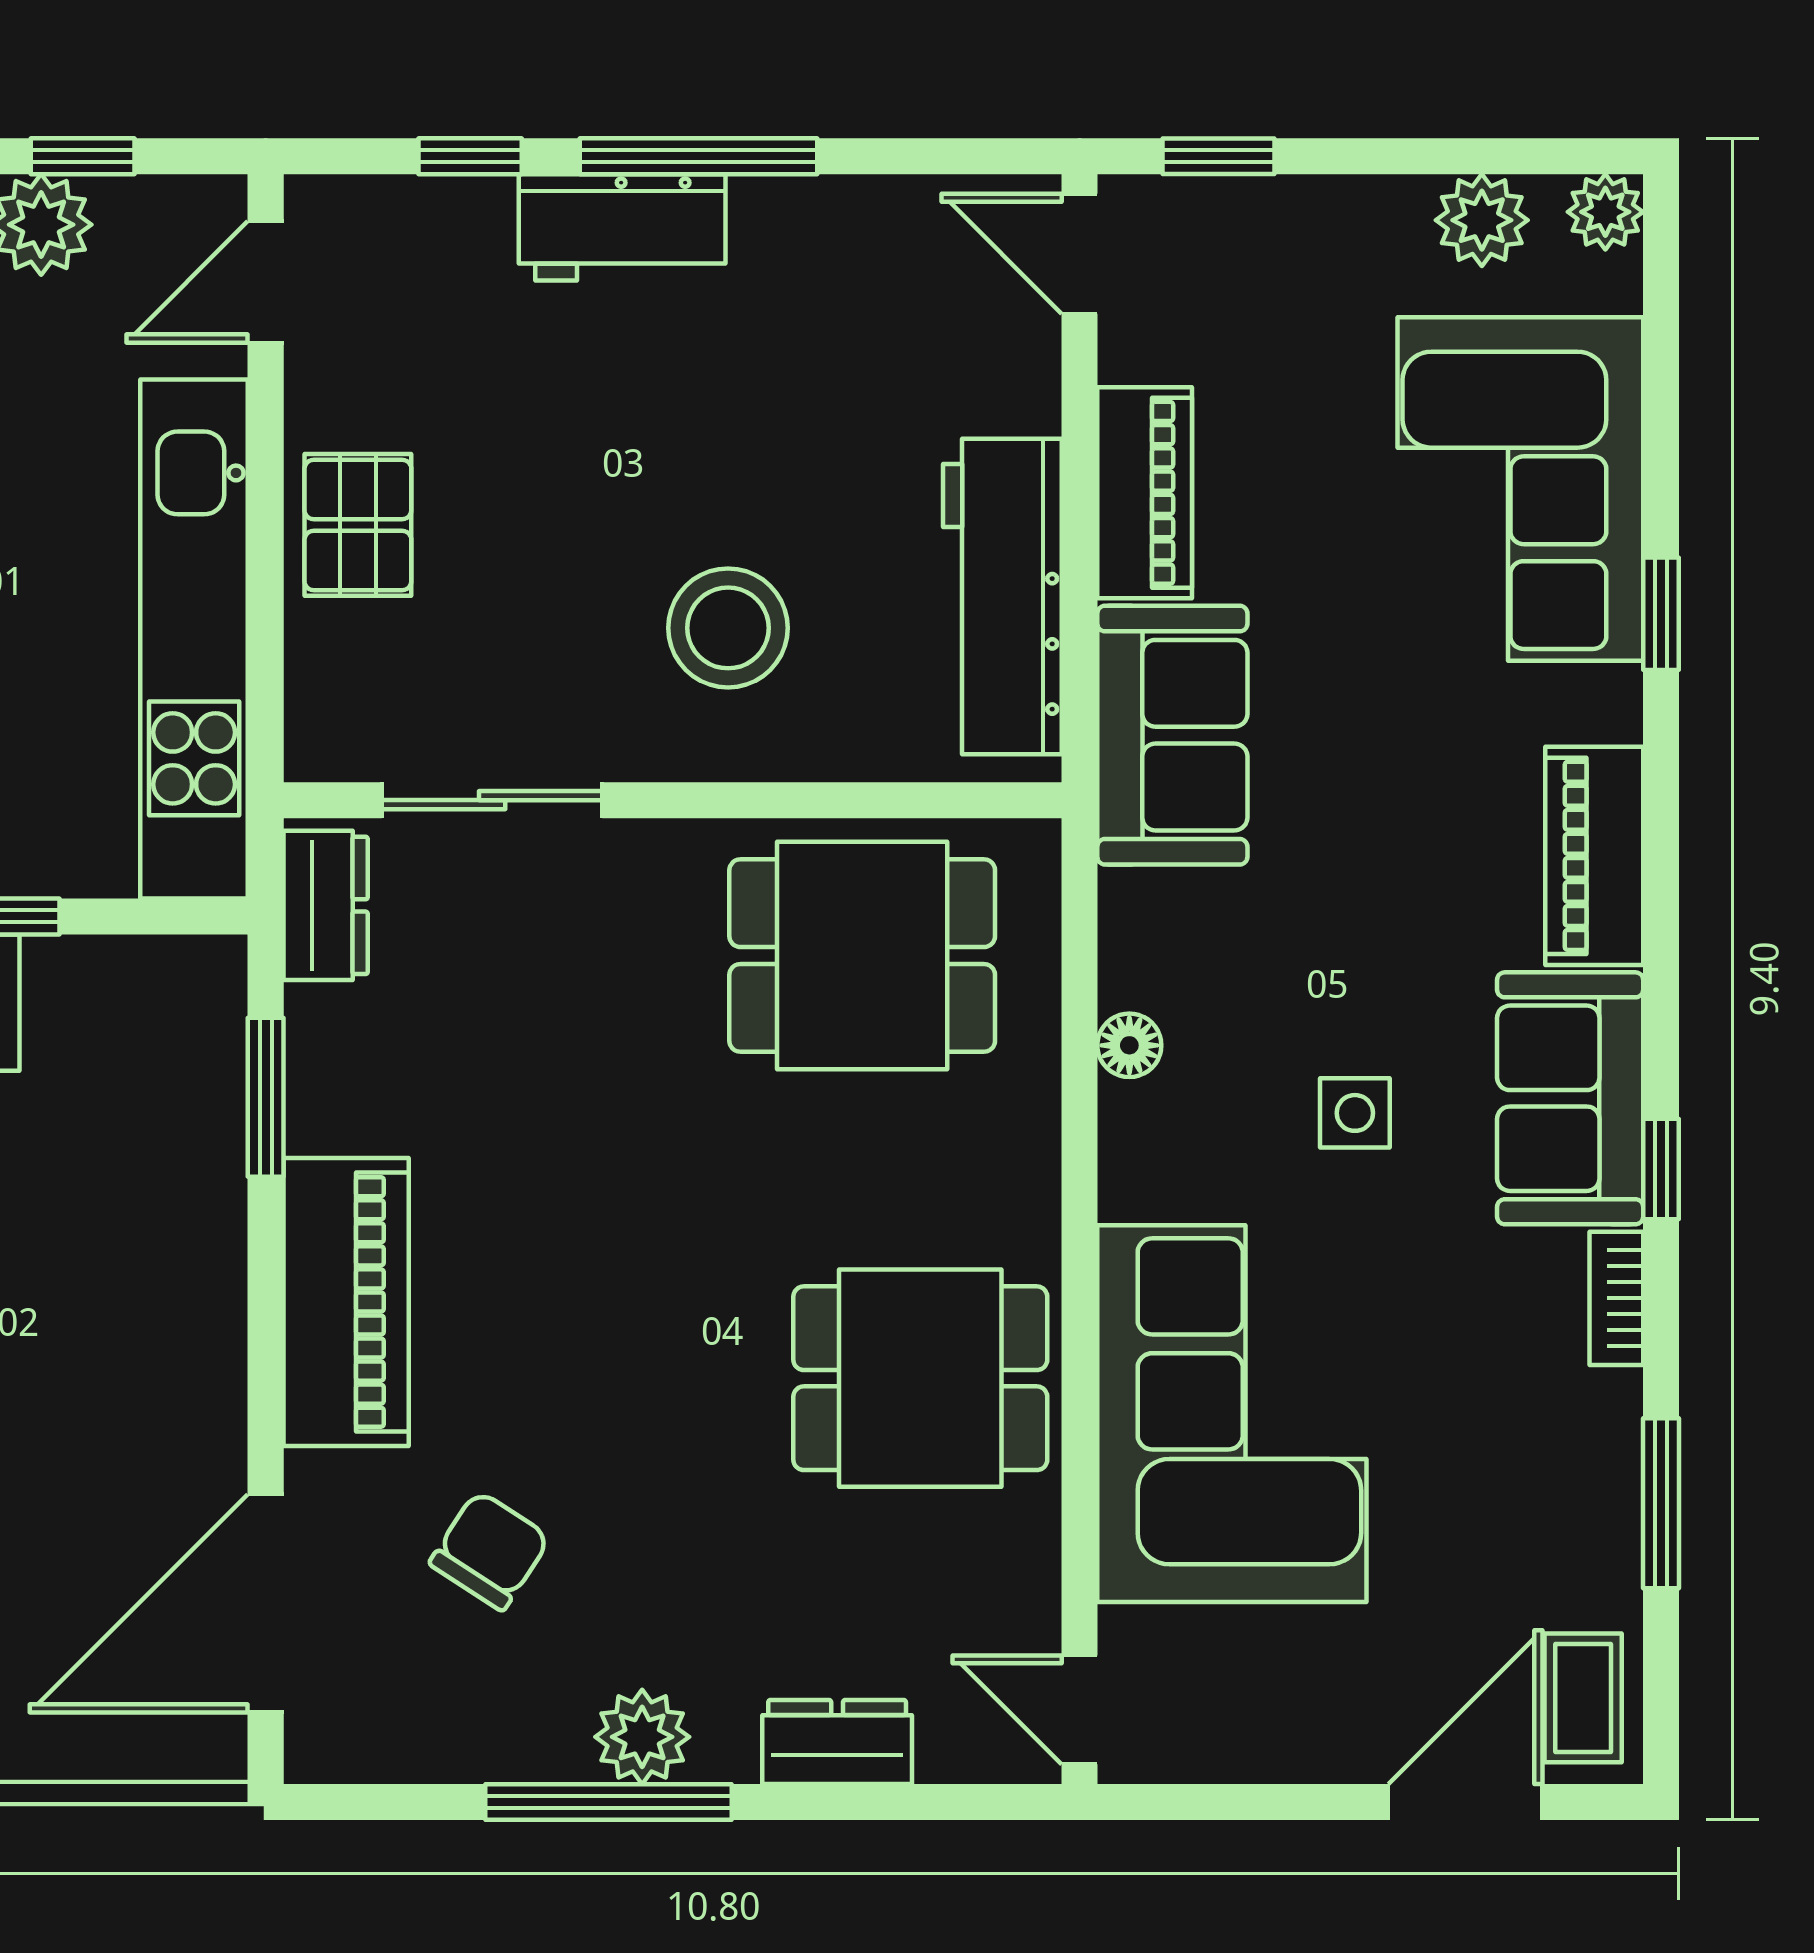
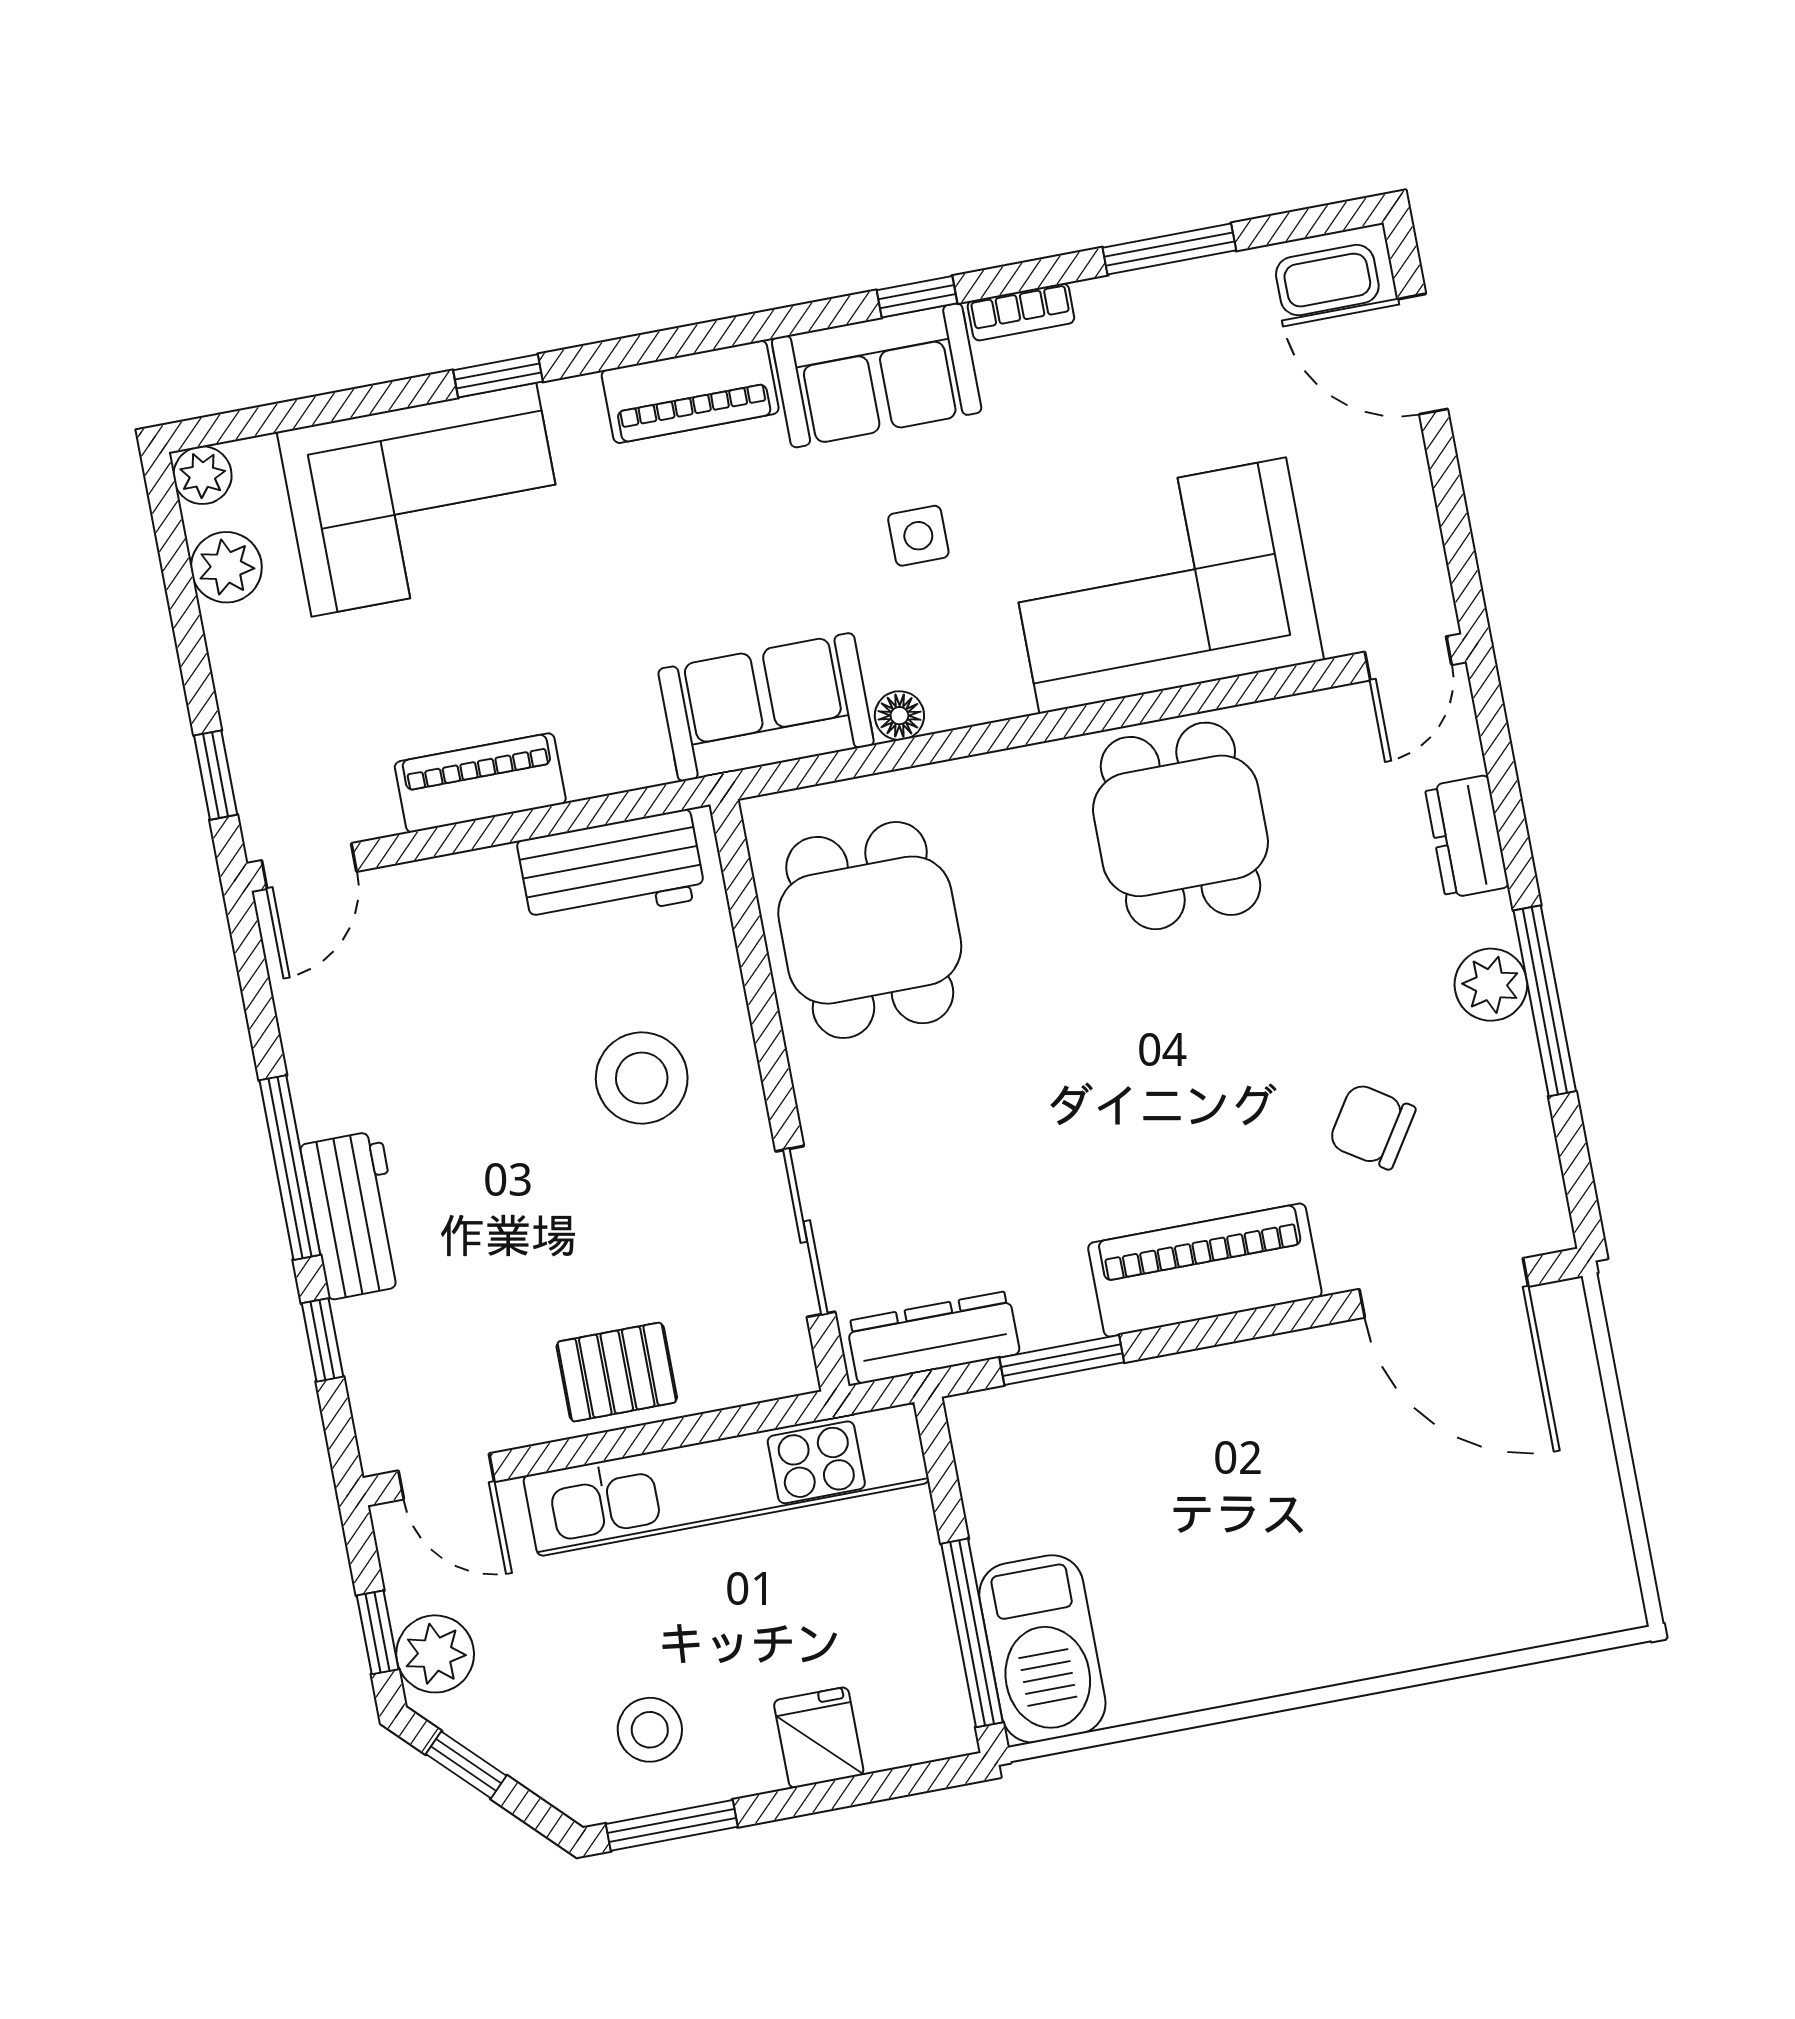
workbench: (1002, 597) -> (611, 869), width x0.73
sofa: (1172, 735) -> (766, 707), moved
dresser: (326, 905) -> (933, 1337), width x1.44

